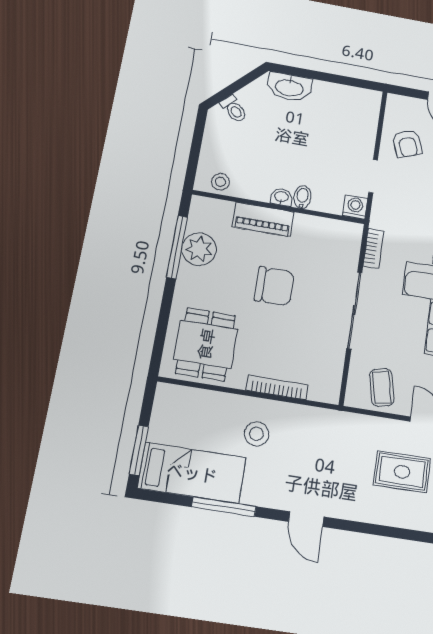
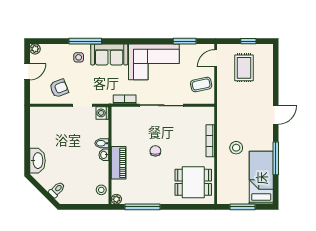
plant: (199, 249) -> (116, 199), moved, width x0.53, depth x0.53
chair: (274, 286) -> (155, 151), width x0.54, depth x0.54
window: (139, 450) -> (243, 207), moved

